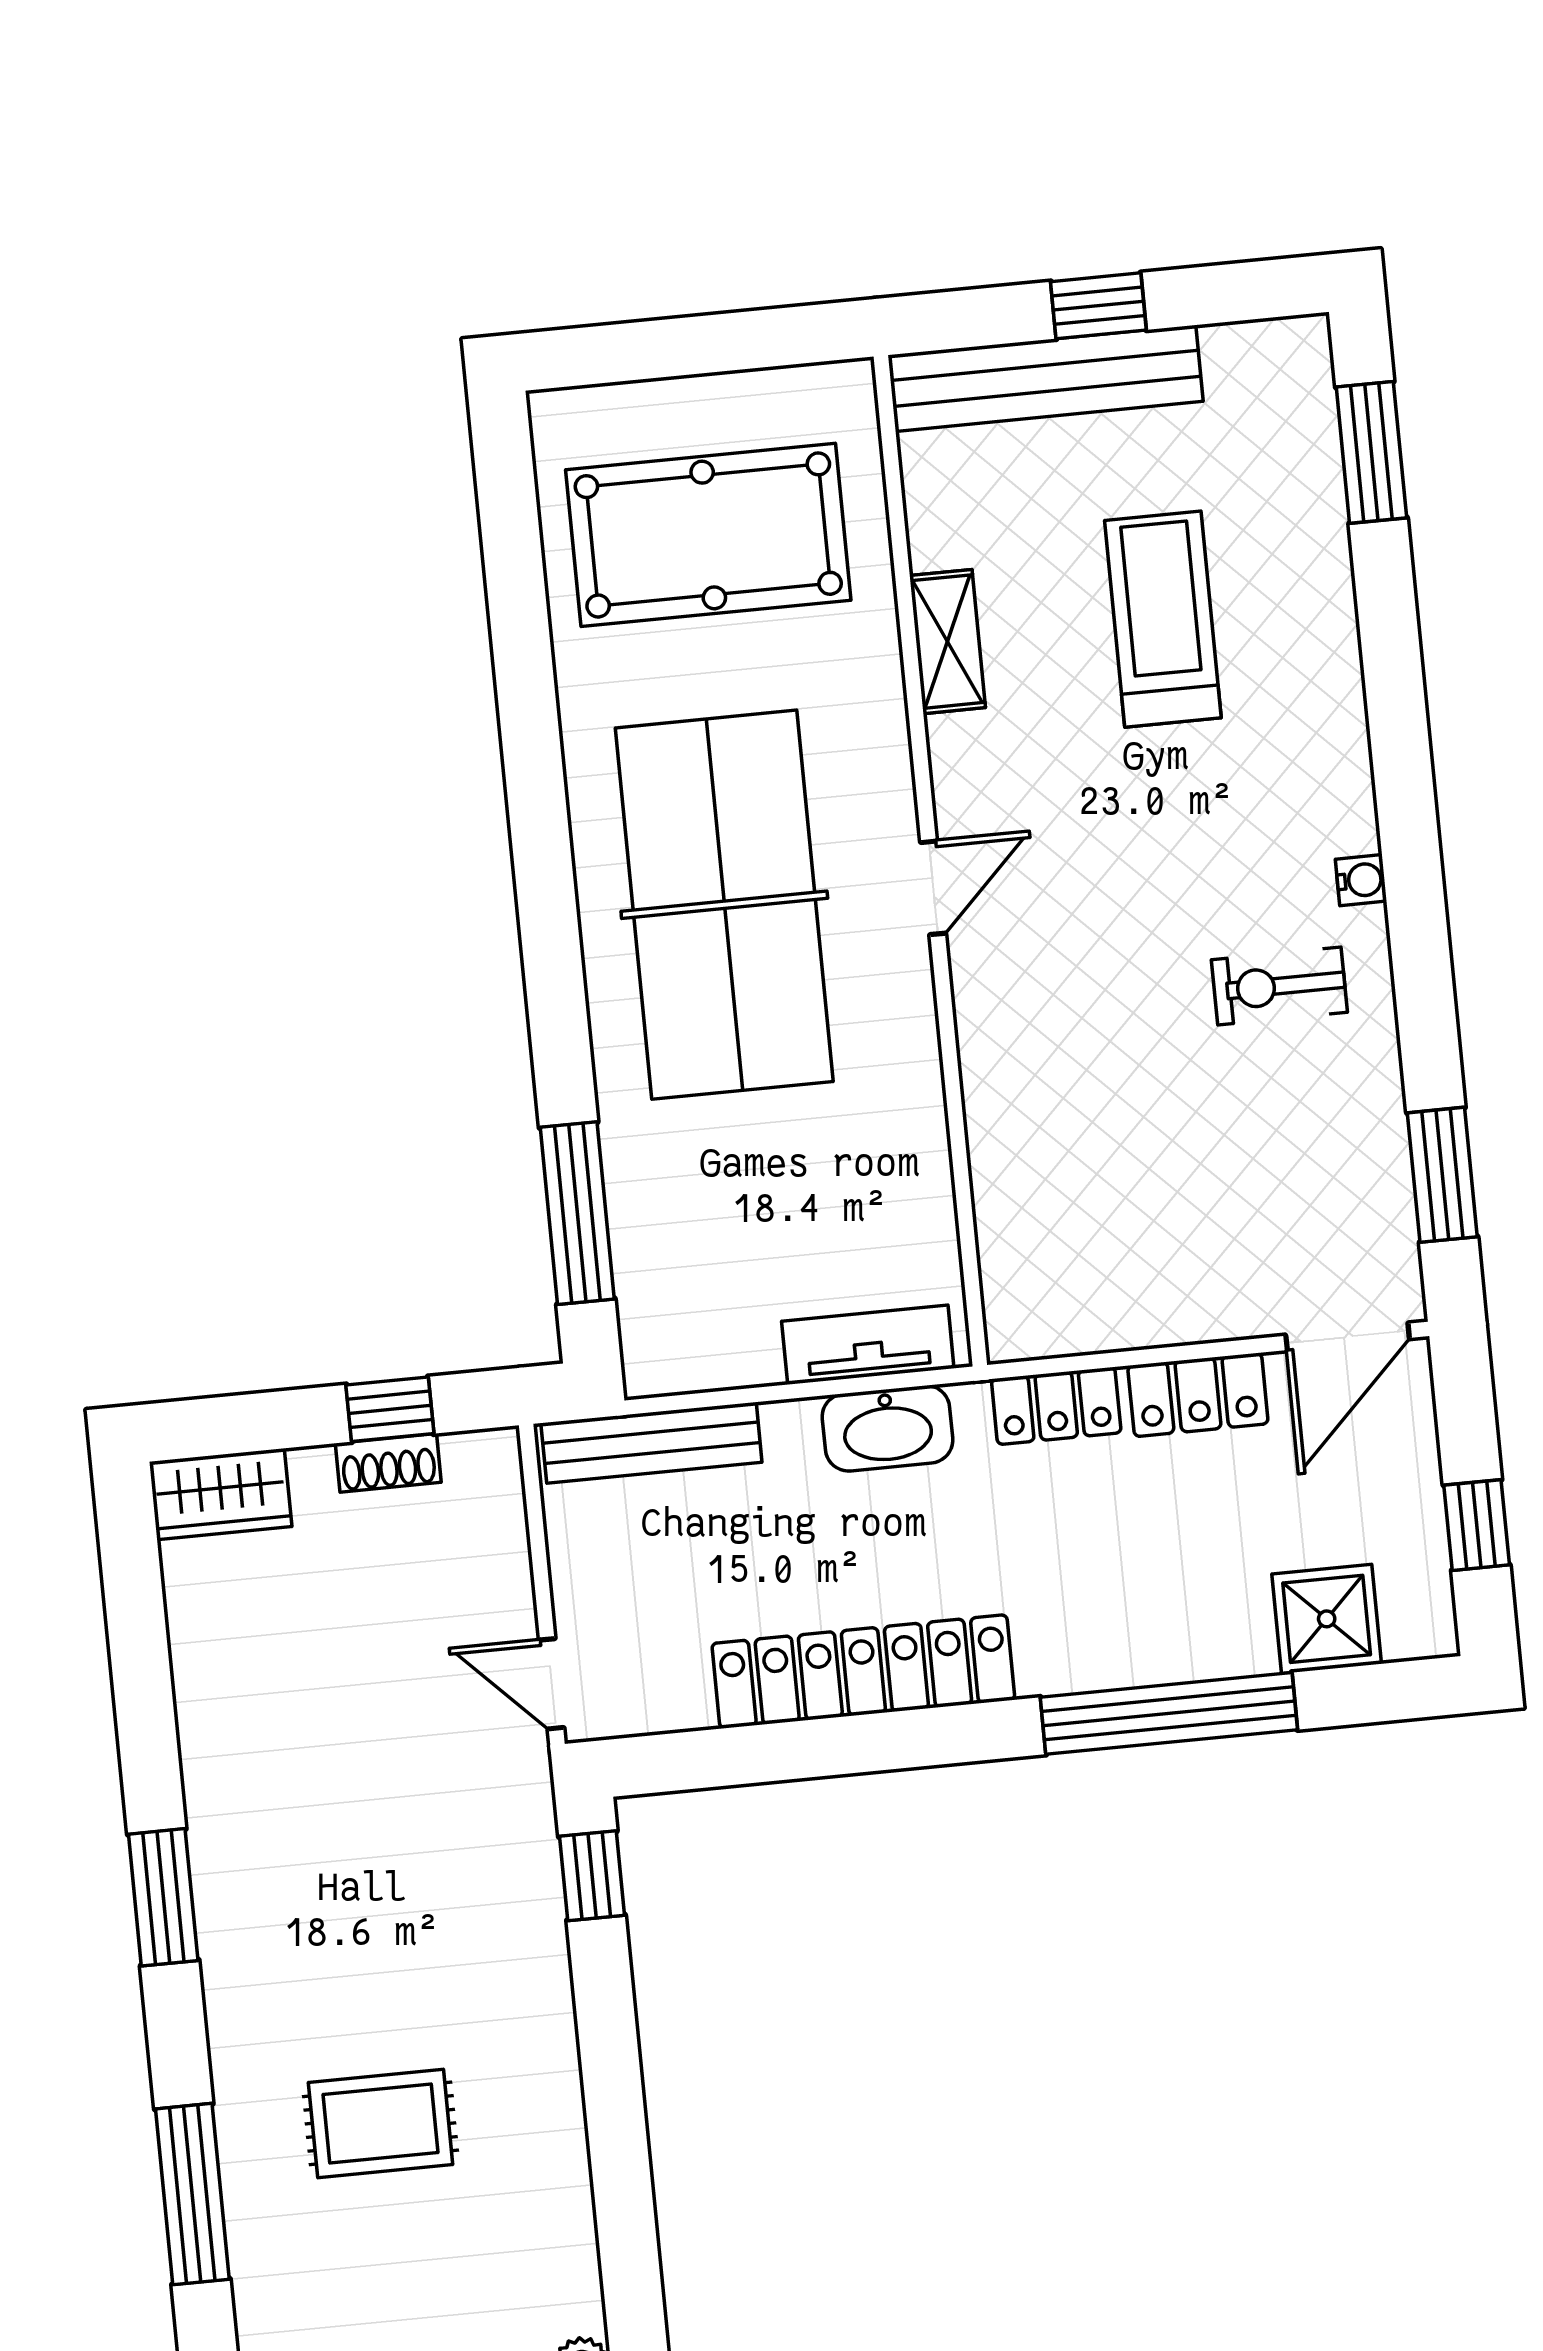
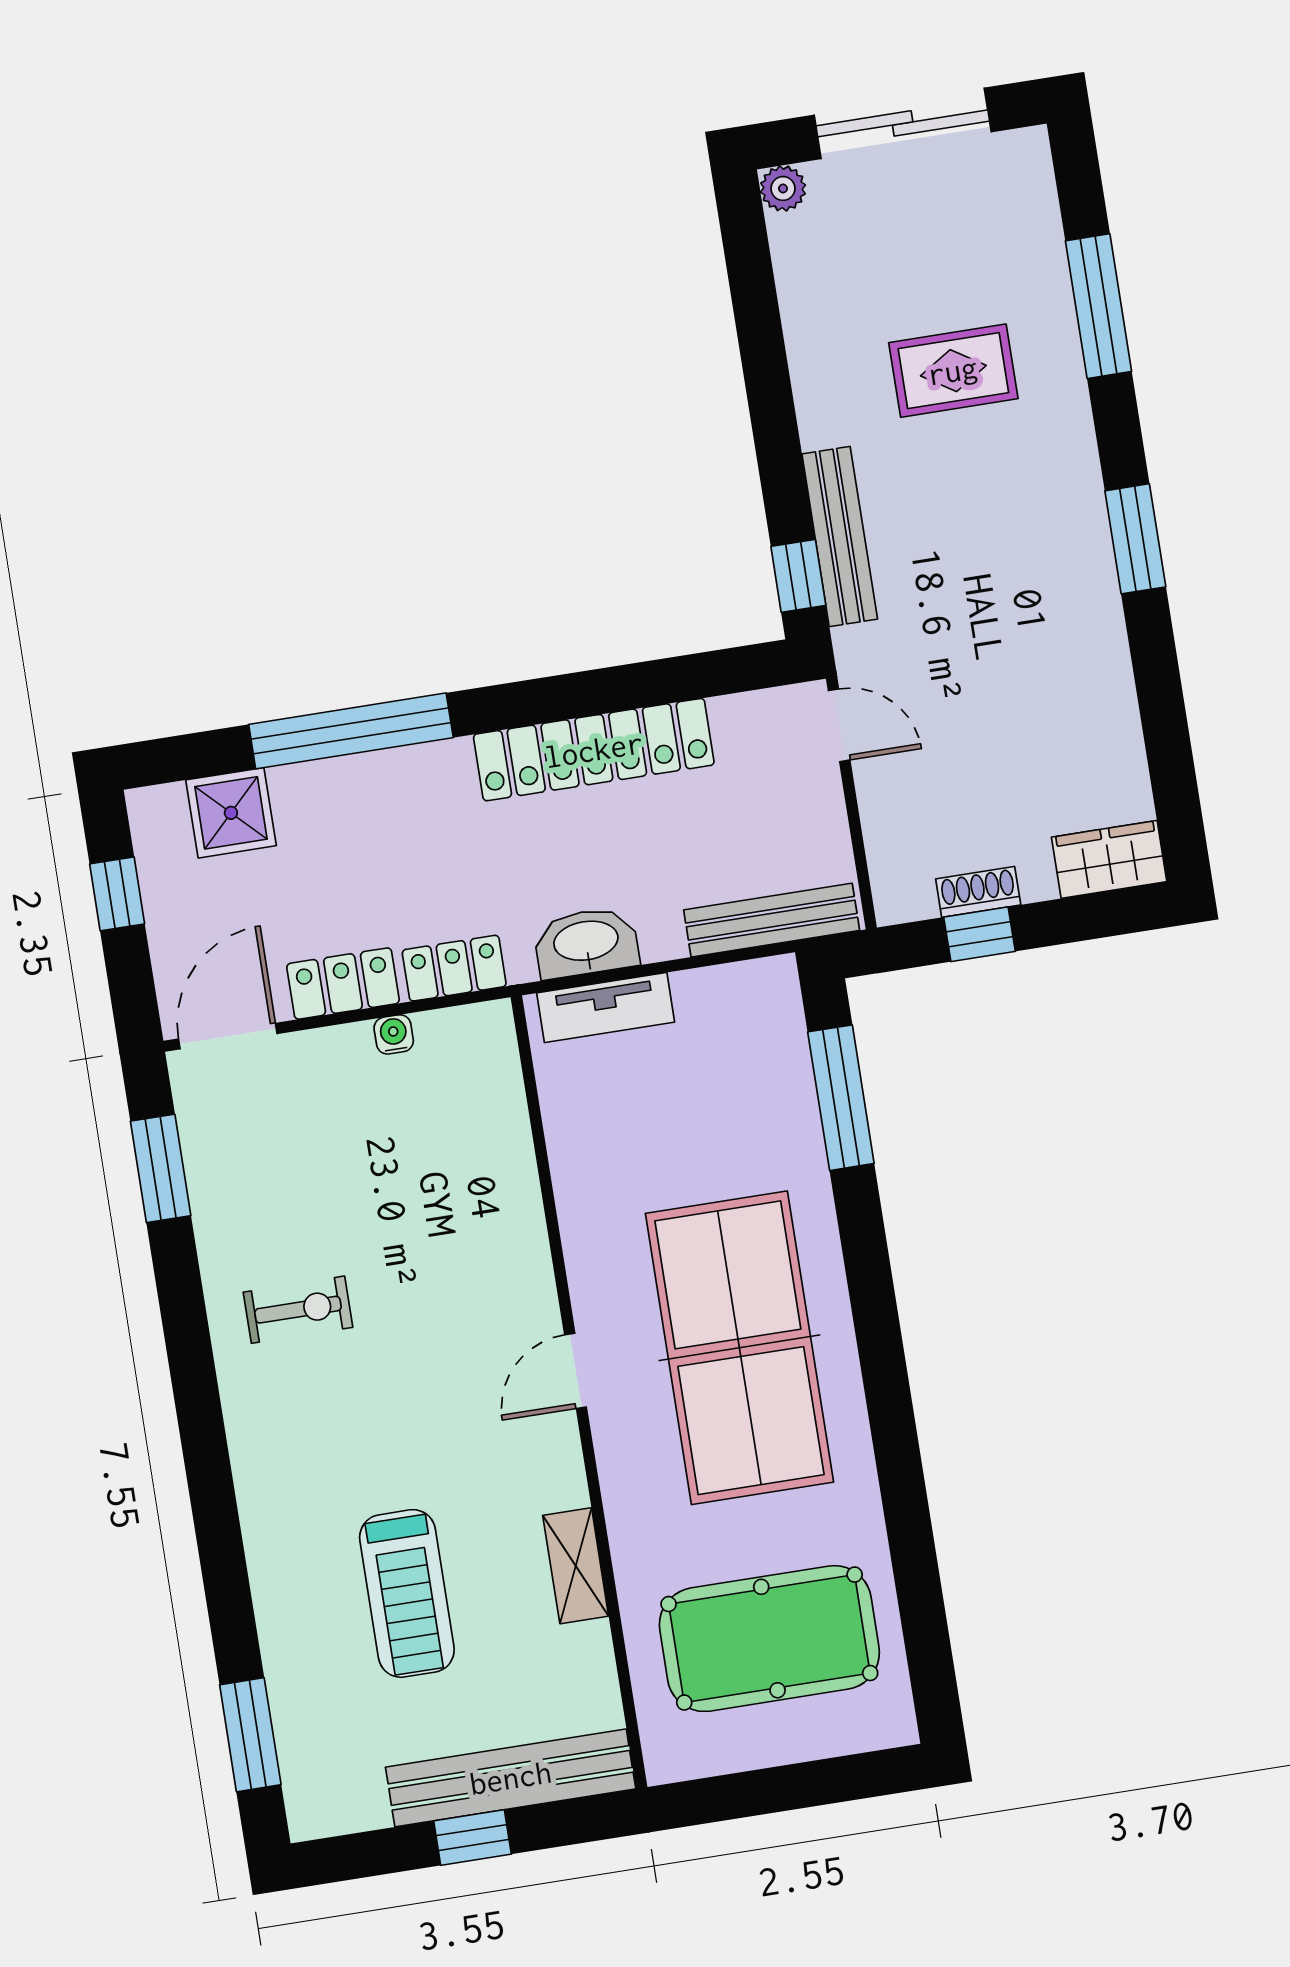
water cooler: (1361, 880) -> (394, 1034), moved, turned 90
bench: (537, 1922) -> (840, 537), added

